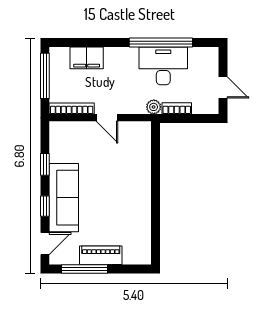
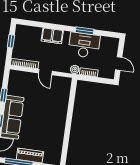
window: (161, 42) -> (85, 31), width x0.47
filing cabinet: (87, 58) -> (52, 36), moved
window: (45, 76) -> (11, 41), width x0.46

